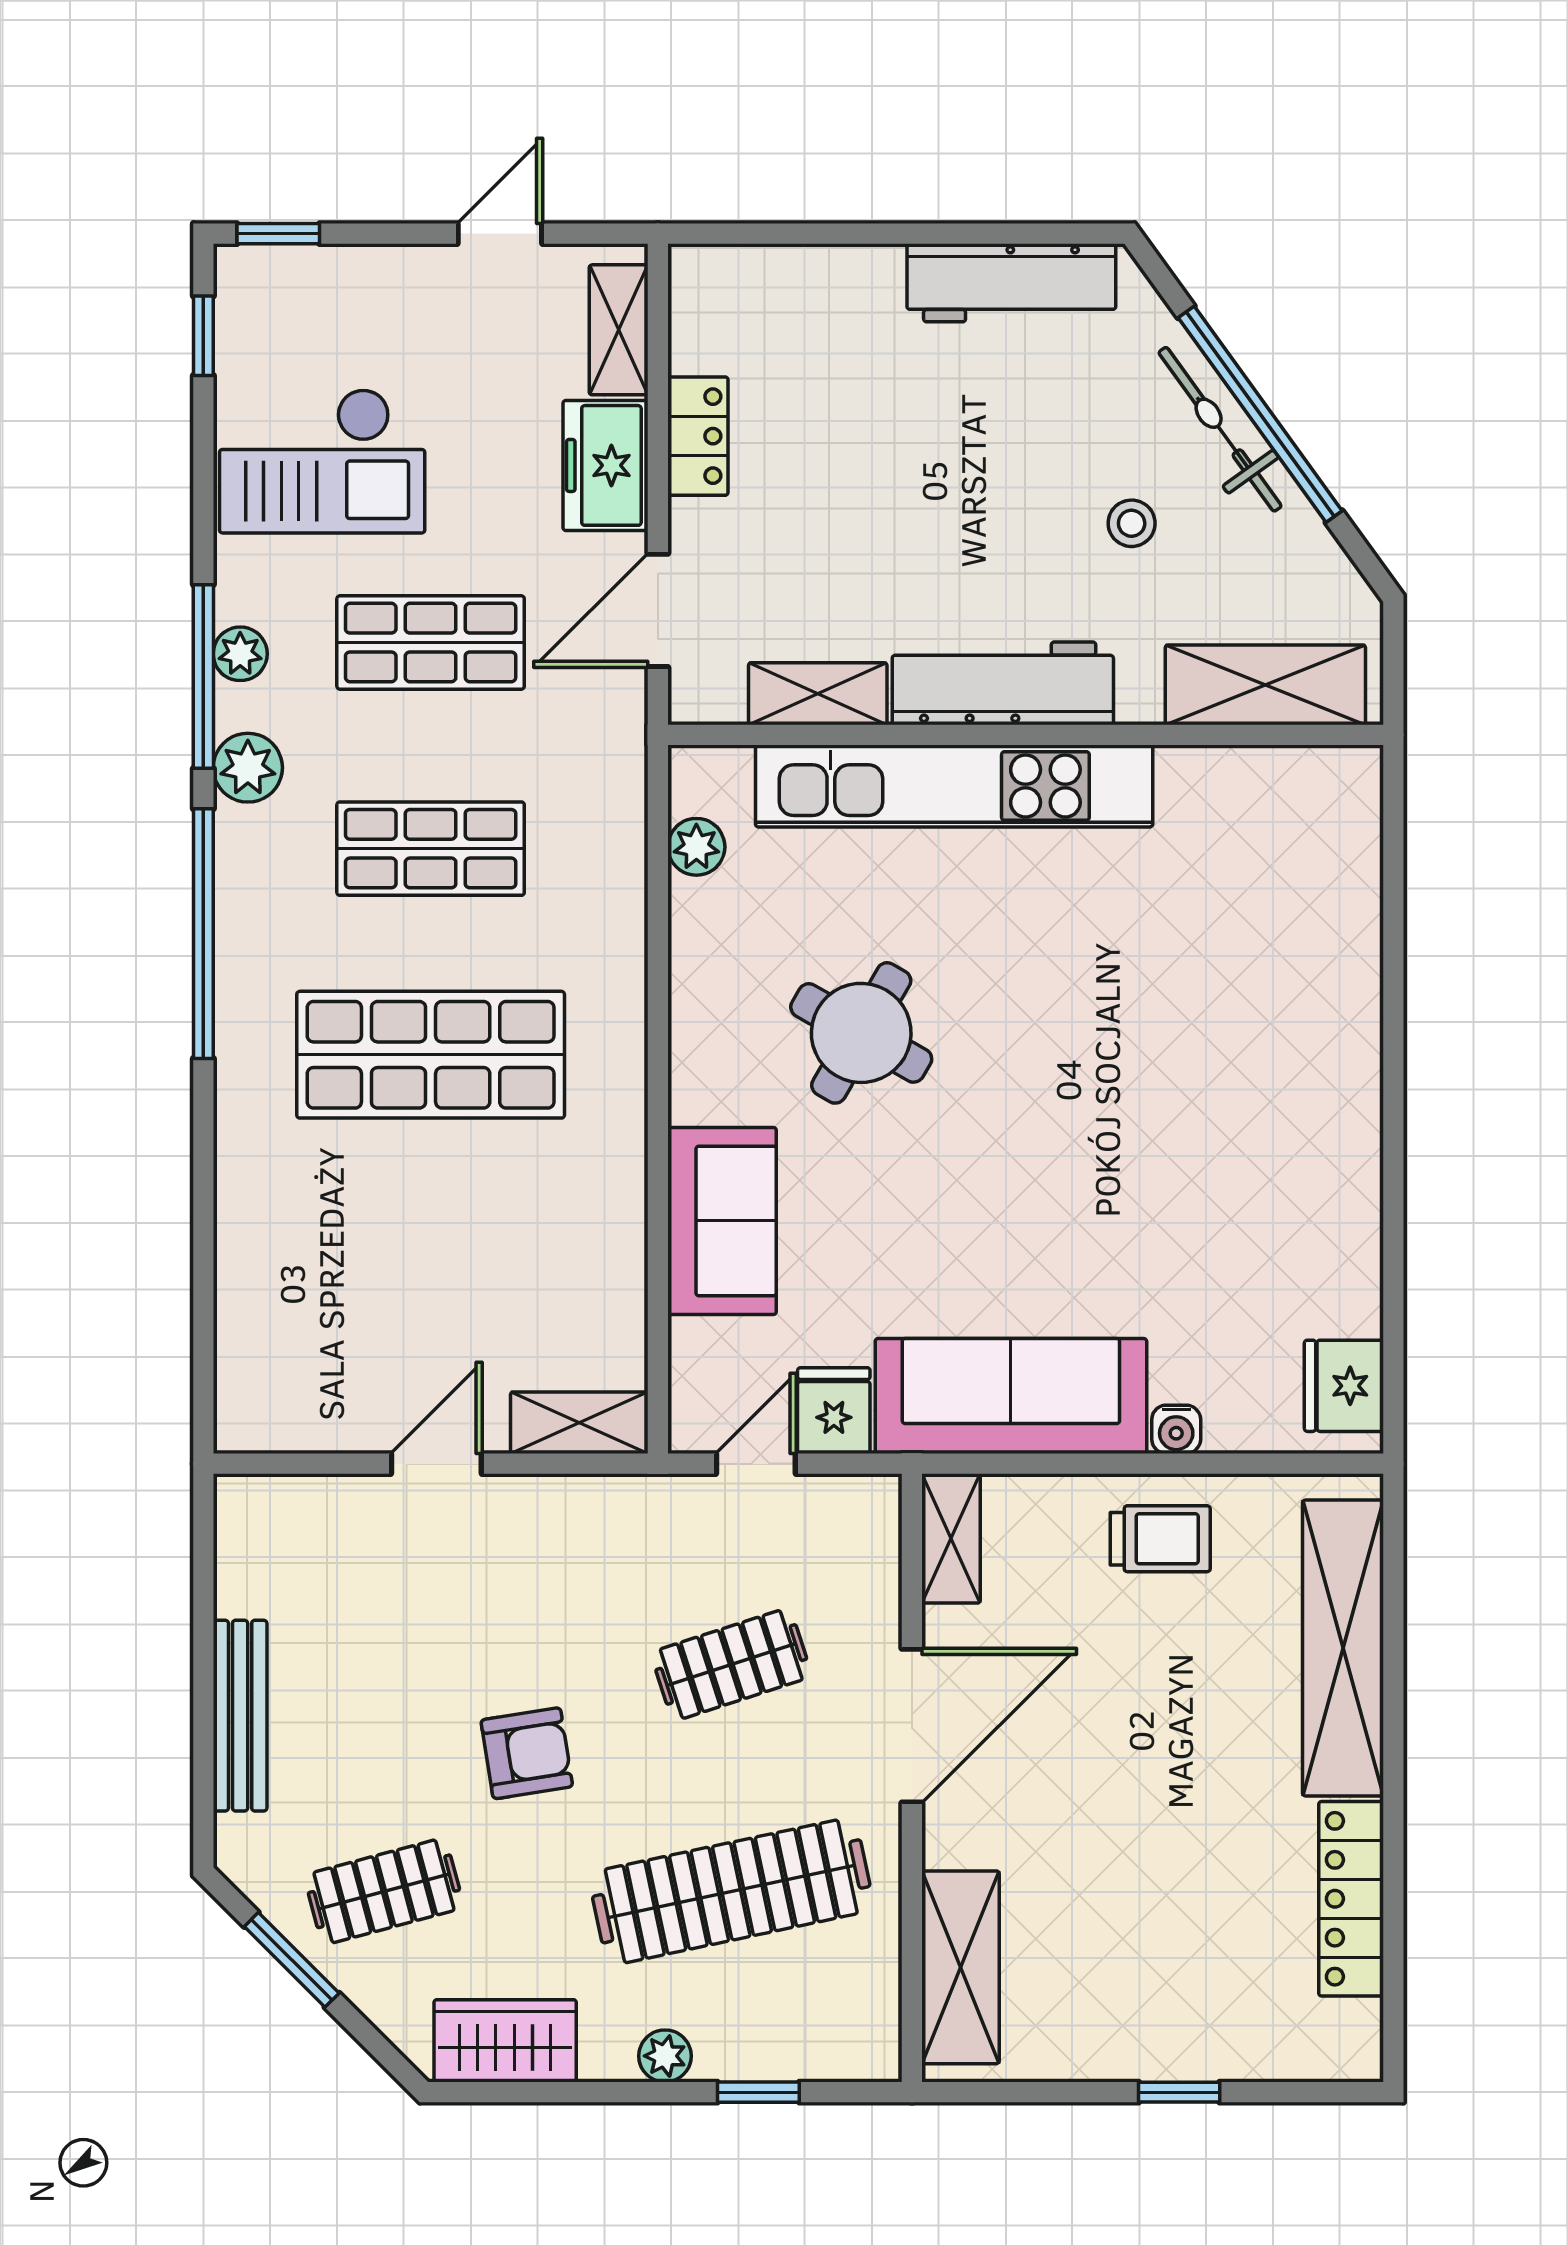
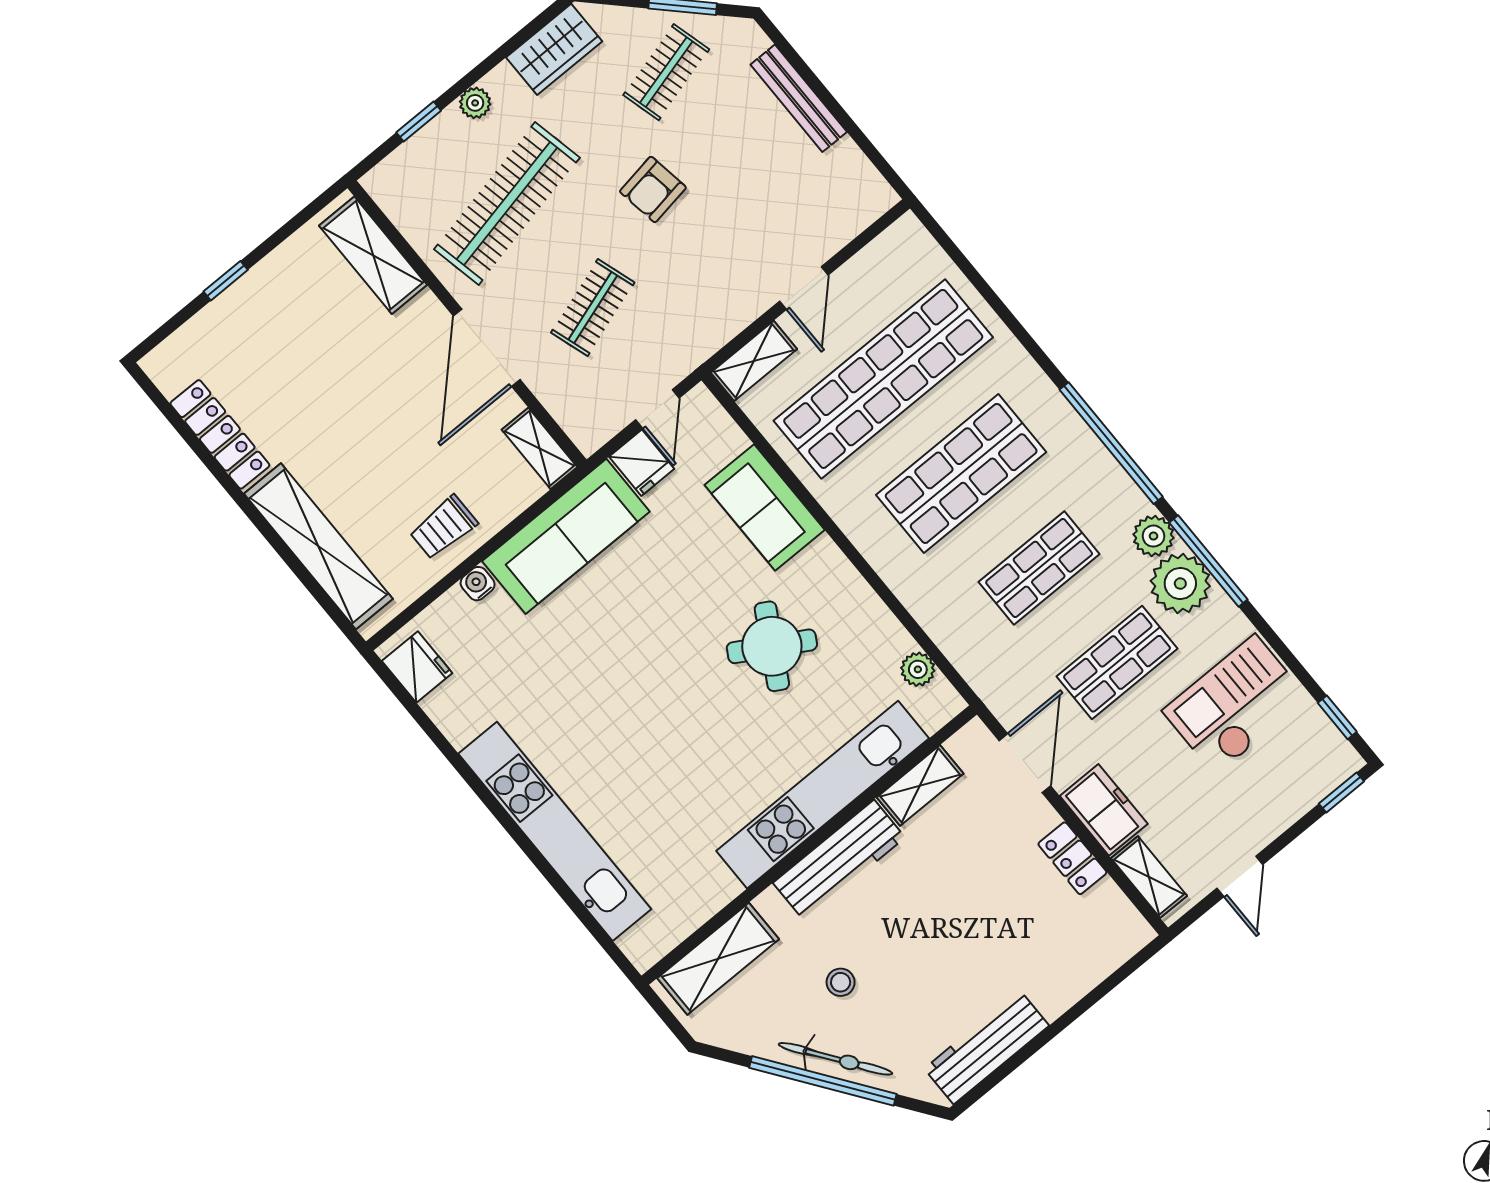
plant: (240, 654) -> (1180, 583), width x1.88, depth x1.88
kitchen unit: (1341, 1025) -> (555, 831), added
shop shelf: (431, 1261) -> (883, 379), added

